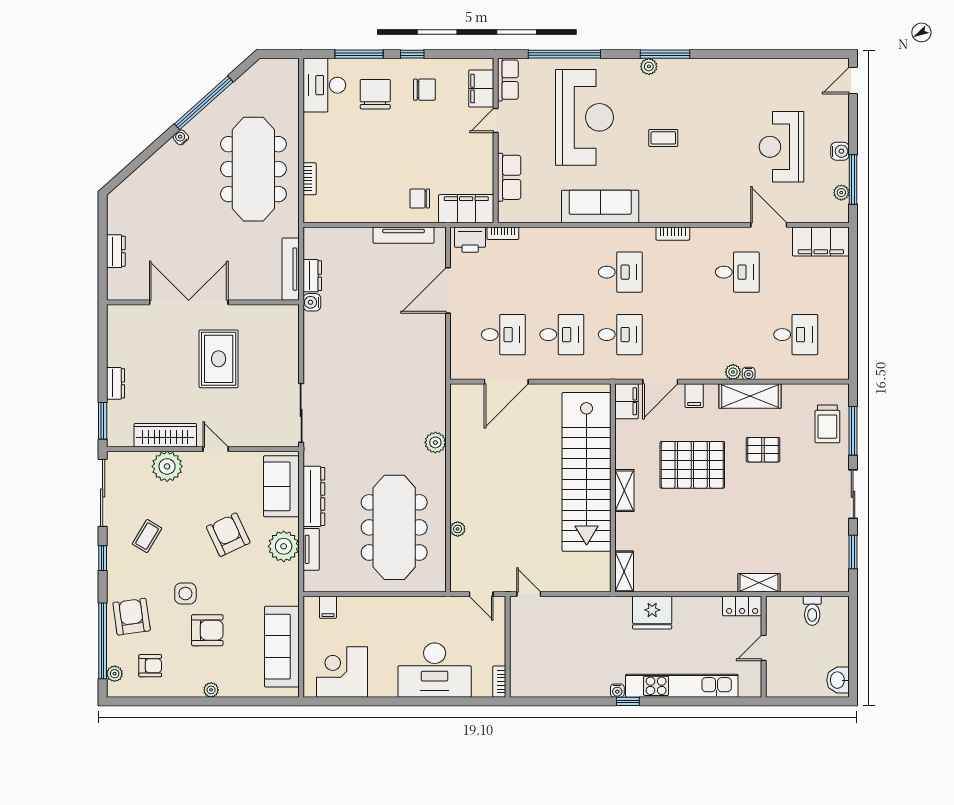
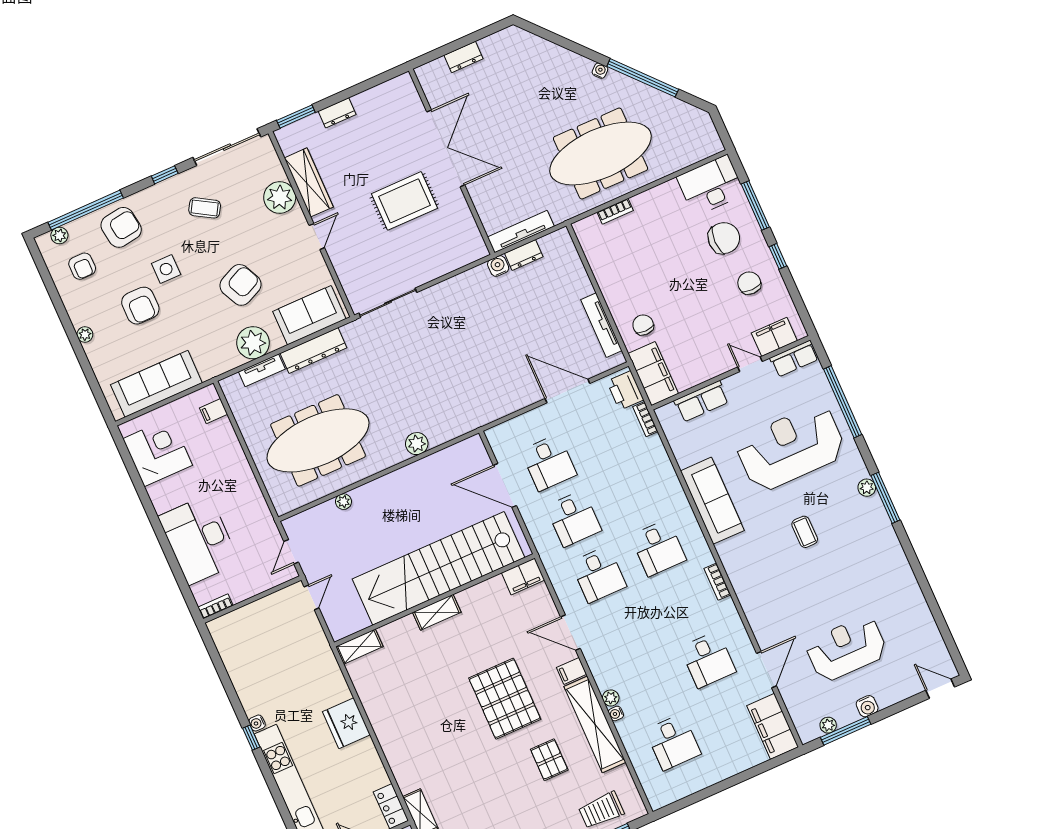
chair: (424, 90) -> (749, 283), turned 180
reception desk: (584, 117) -> (791, 448), turned 180
shelving: (750, 396) -> (595, 724), width x1.47
filing cabinet: (626, 401) -> (523, 576), moved
stairs: (587, 472) -> (438, 568), moved
wall: (613, 488) -> (434, 600), moved
shelving: (624, 491) -> (437, 612), moved
shelving: (624, 571) -> (359, 647), moved

